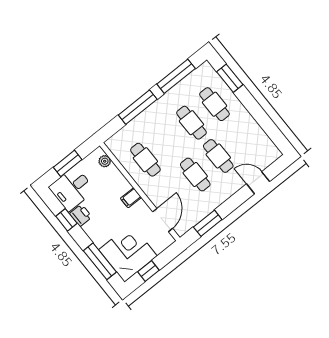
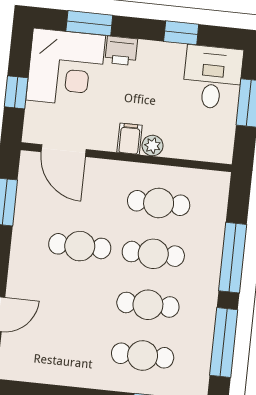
cafe table: (218, 156) -> (153, 254), moved
plant: (105, 161) -> (153, 146), moved
printer: (81, 215) -> (121, 51), moved
window: (100, 261) -> (89, 23), width x0.69
window: (148, 271) -> (16, 92), moved

